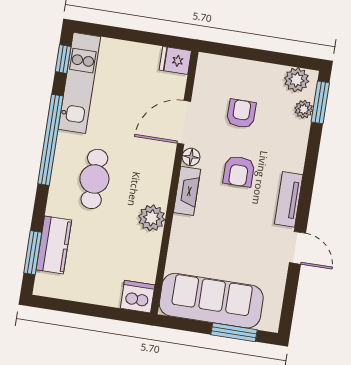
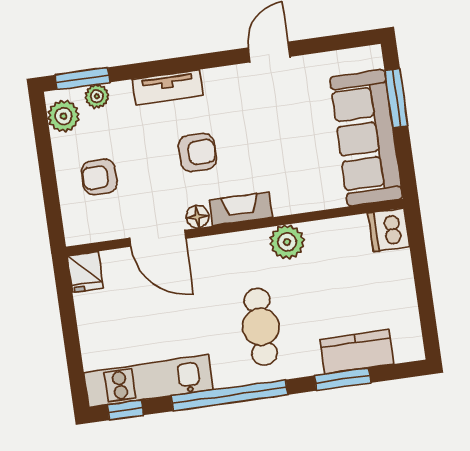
armchair: (241, 114) -> (99, 177), moved
cafe table: (94, 179) -> (261, 327), turned 90
tv unit: (289, 199) -> (168, 87), moved
window: (33, 253) -> (343, 379), moved

